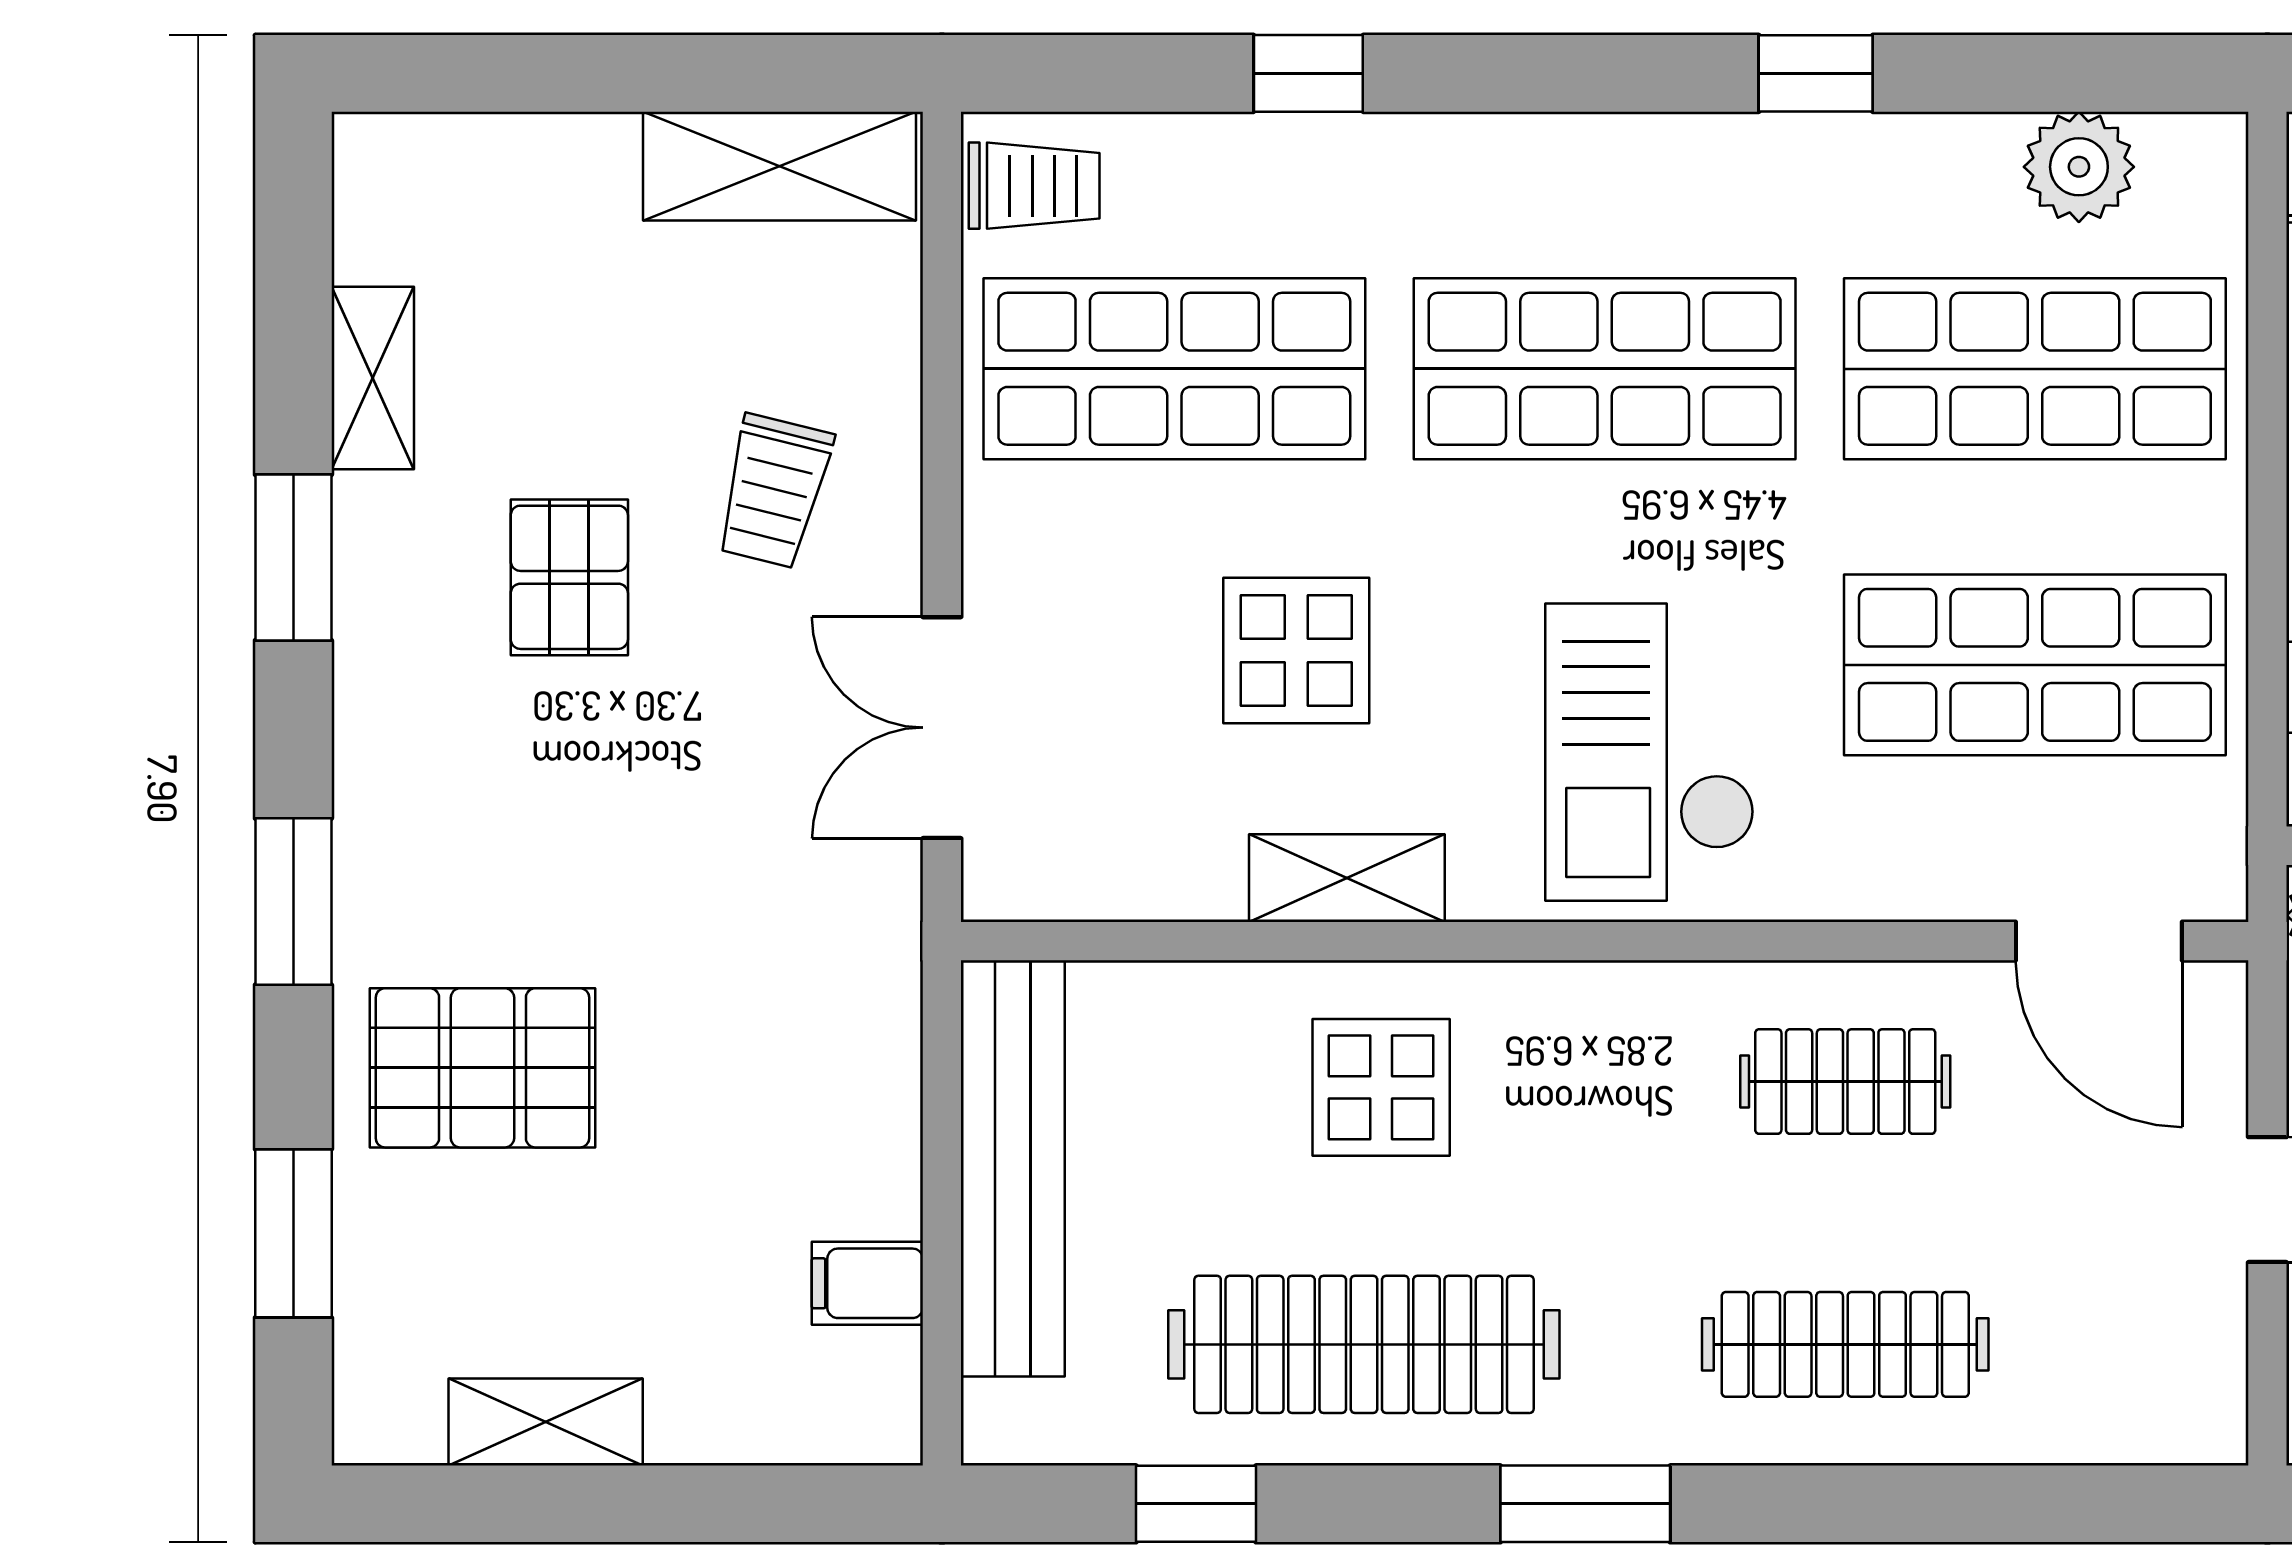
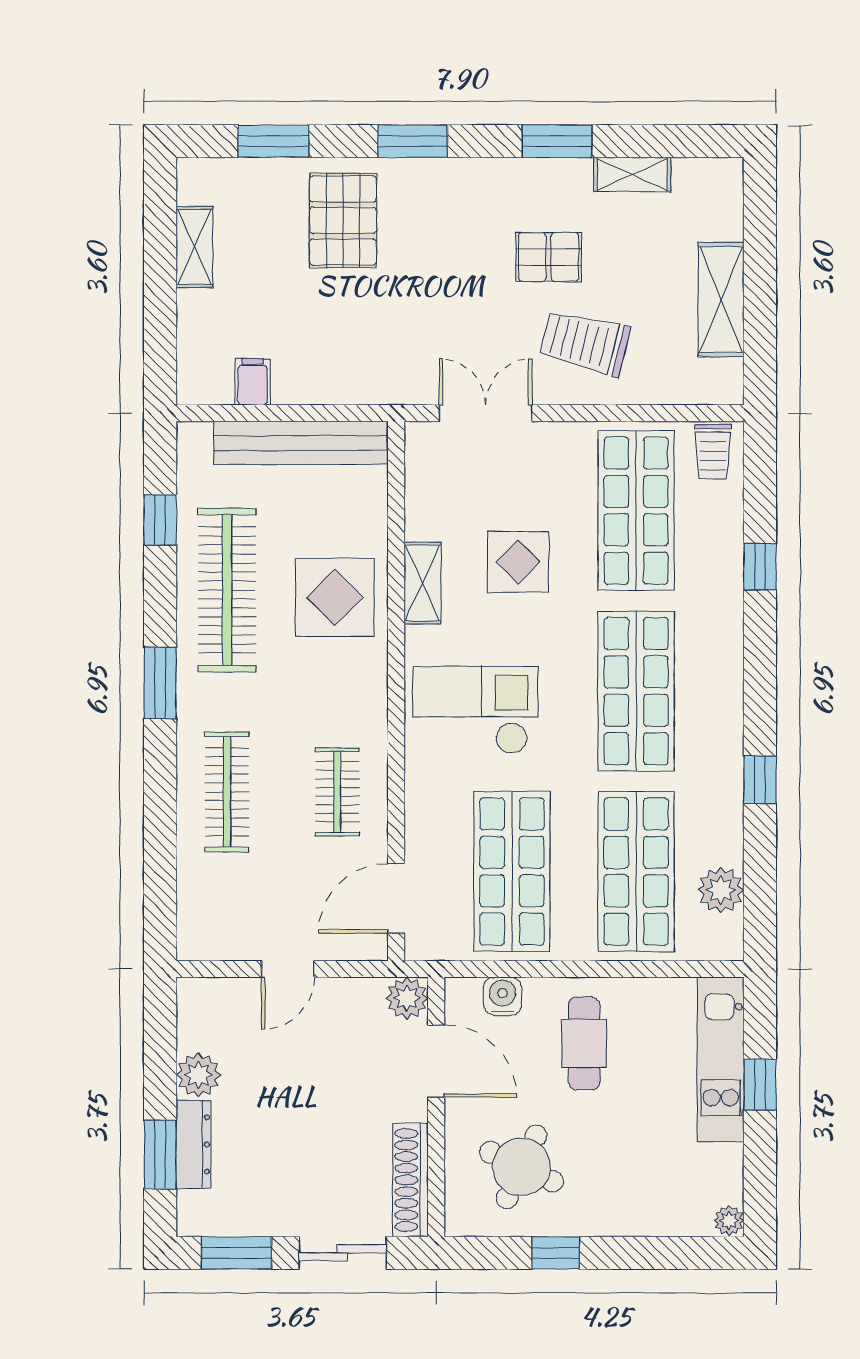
shelving: (779, 166) -> (721, 299), moved
trolley: (774, 491) -> (585, 343), width x1.36, depth x1.39
display table: (1381, 1087) -> (335, 597), width x1.36, depth x1.36

